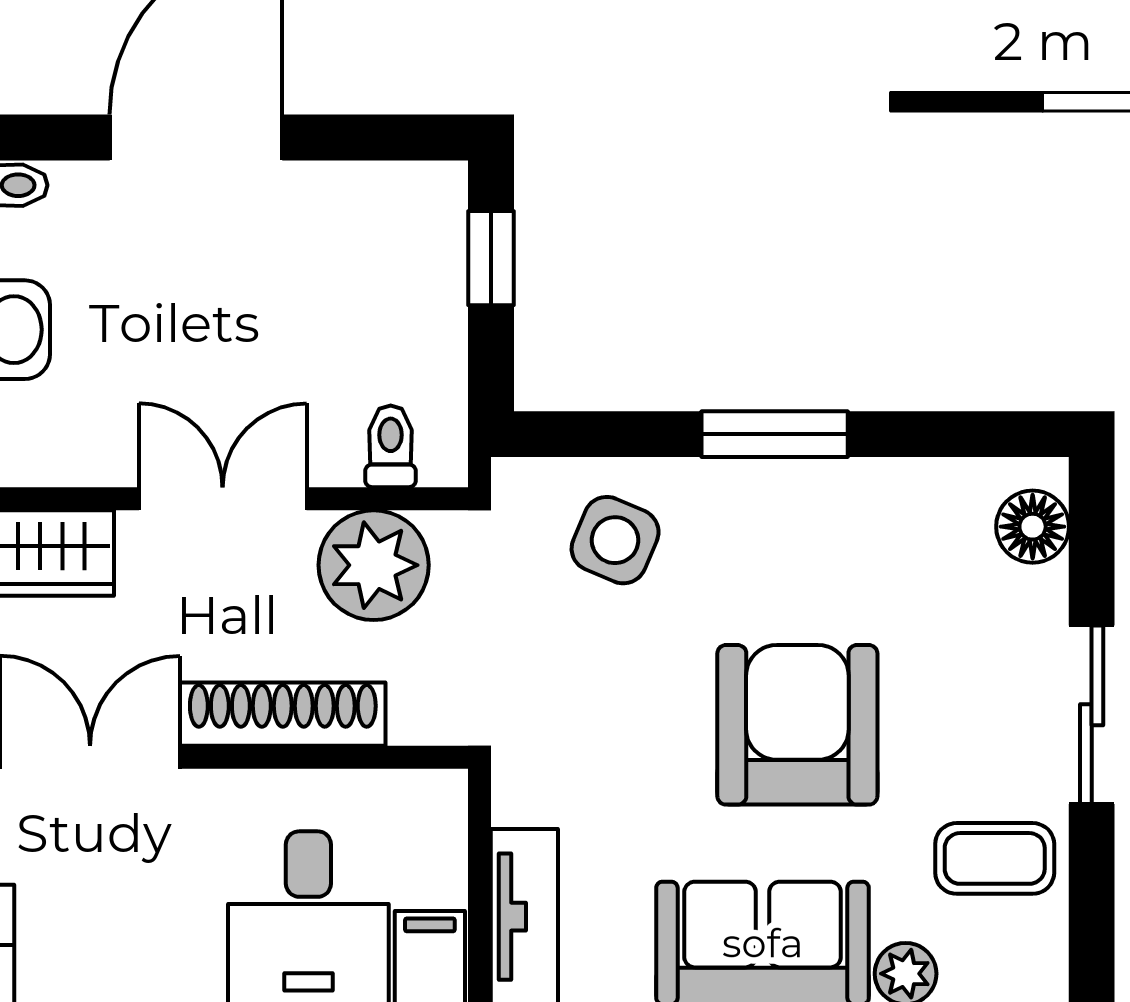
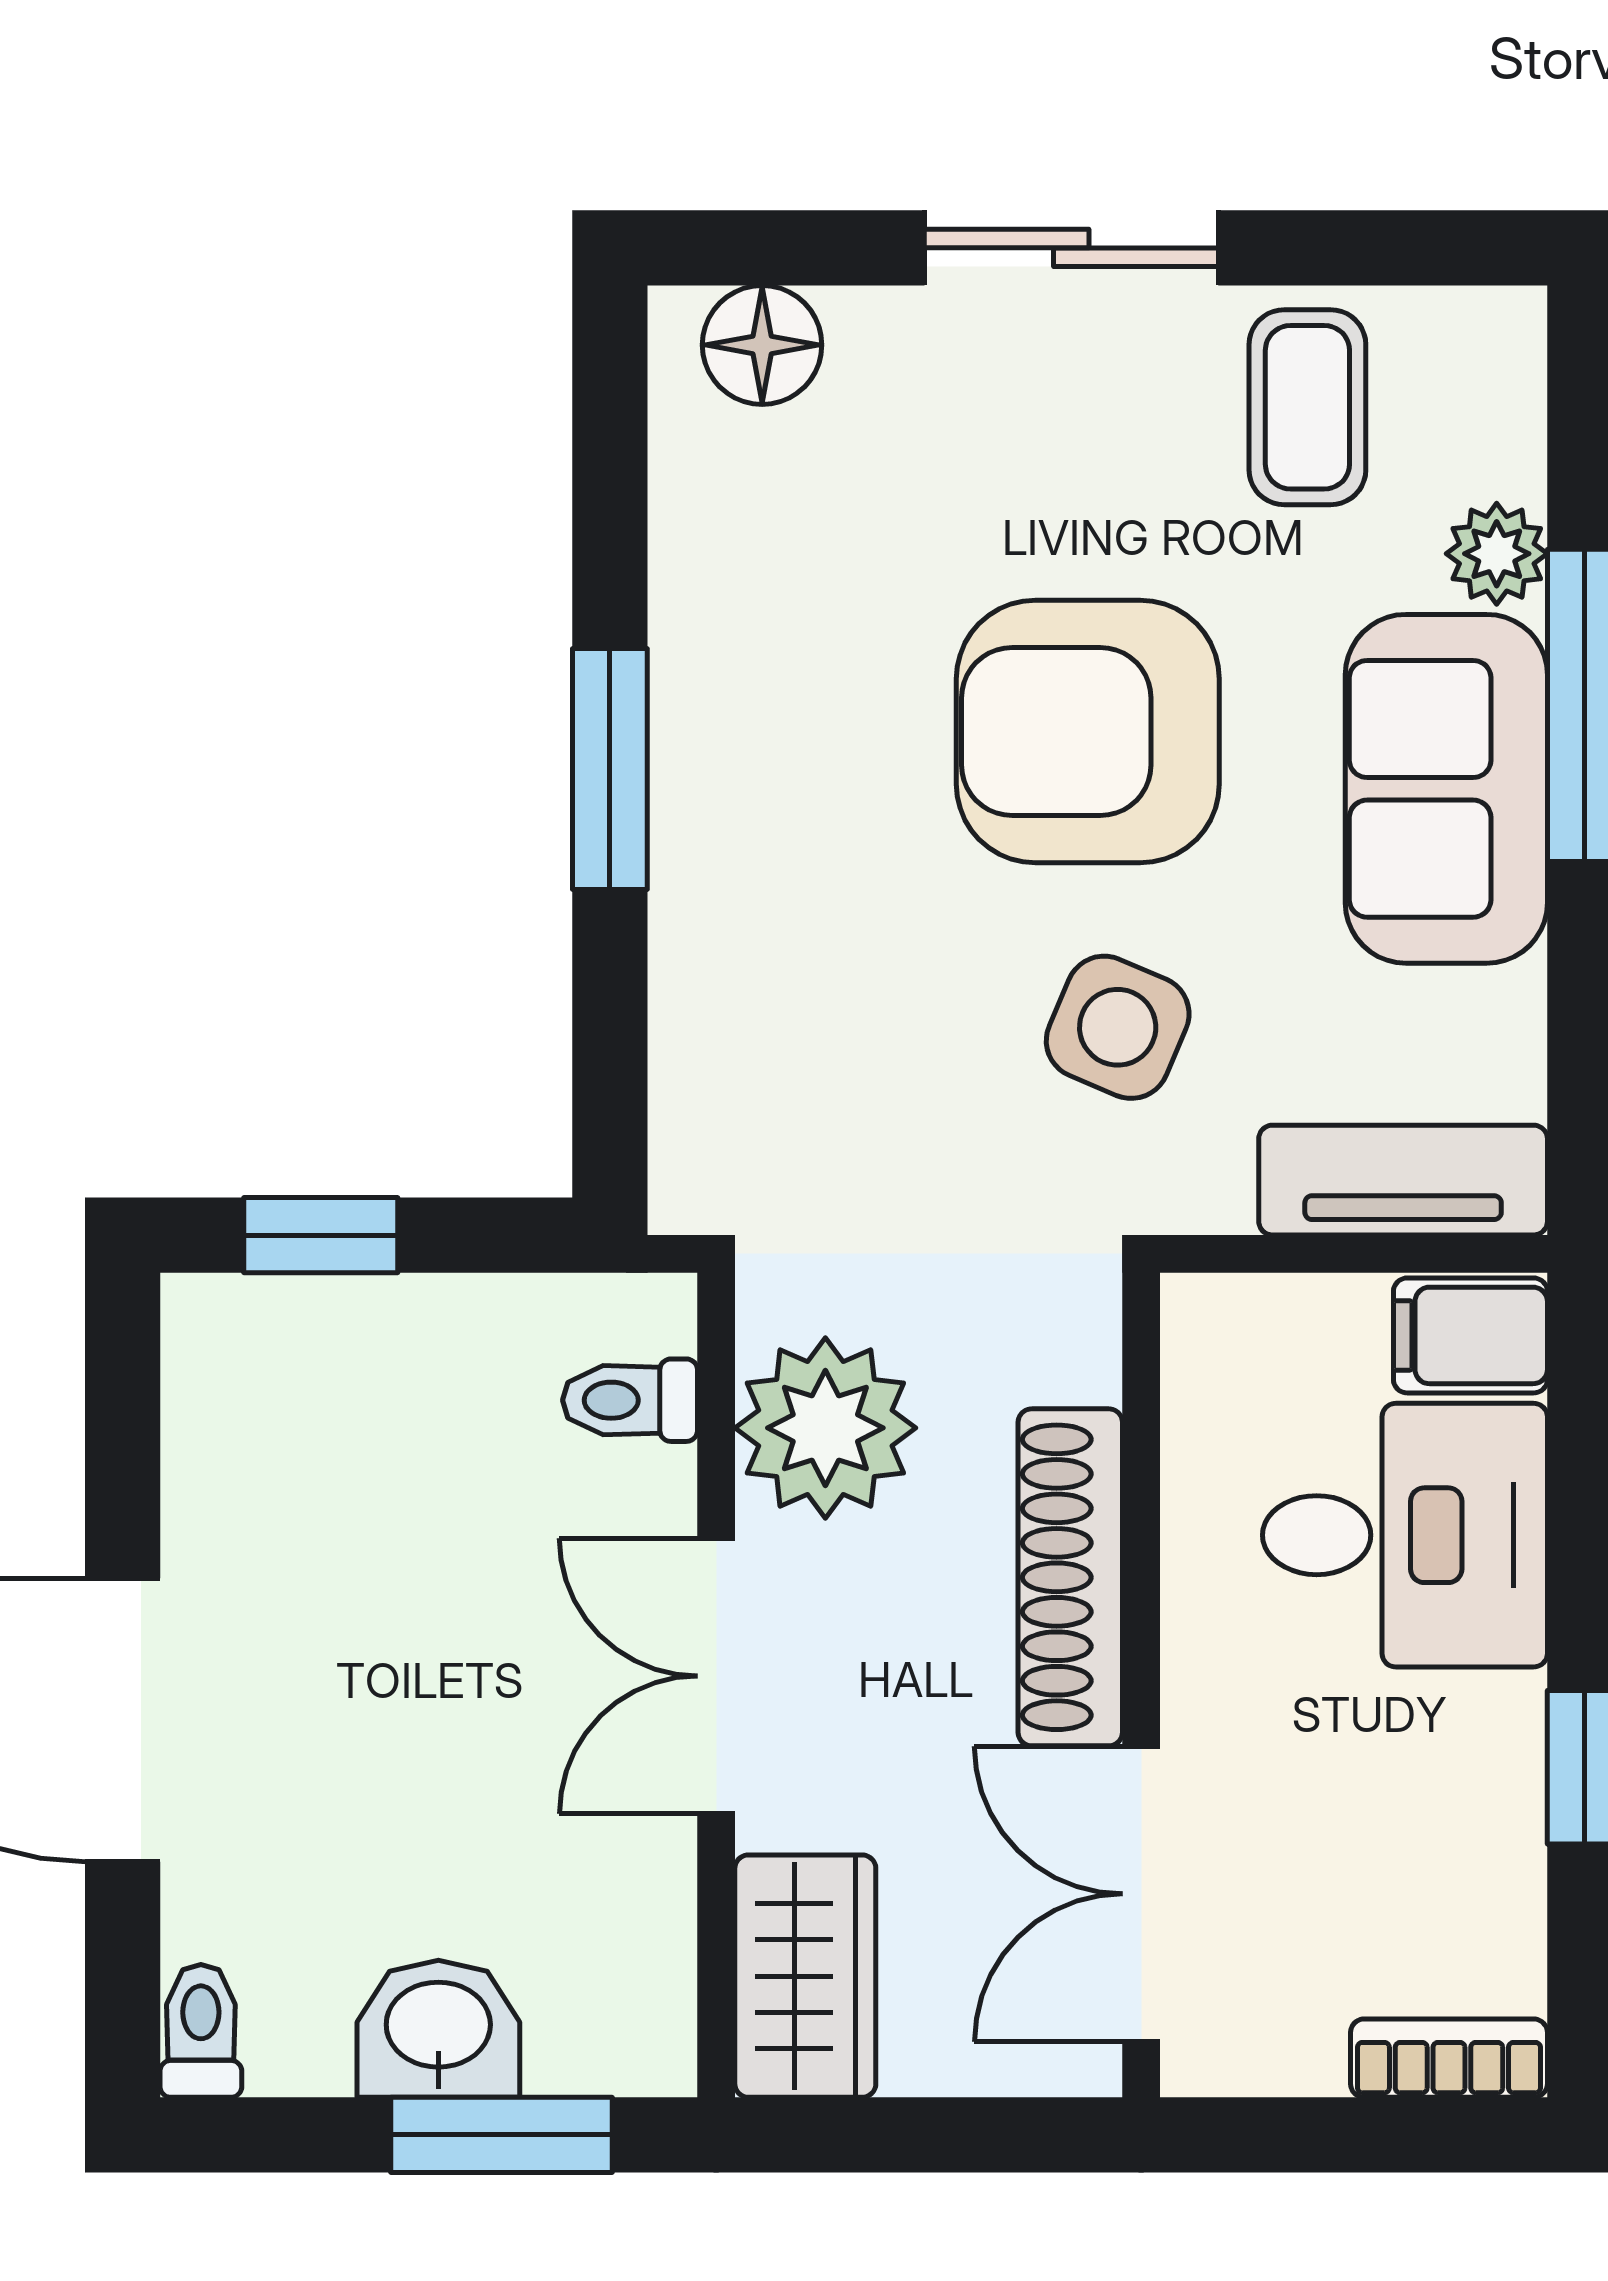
side table: (615, 540) -> (1118, 1027), moved

